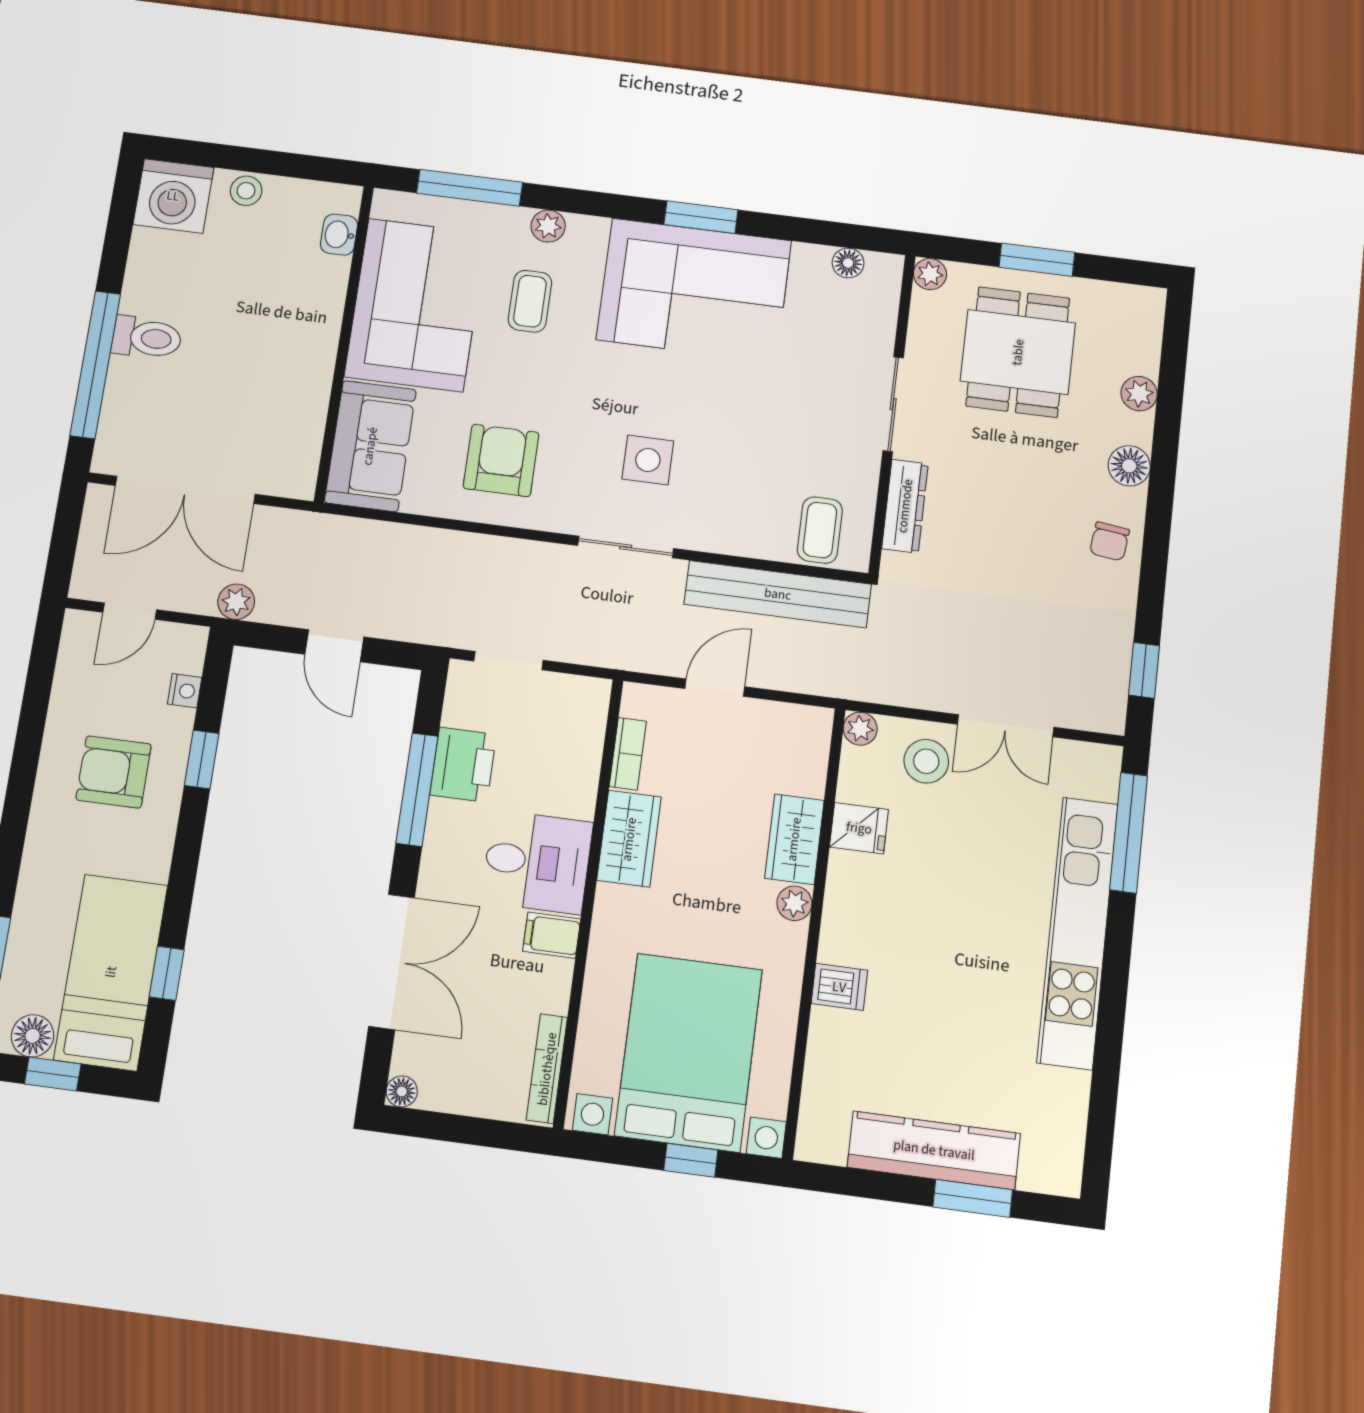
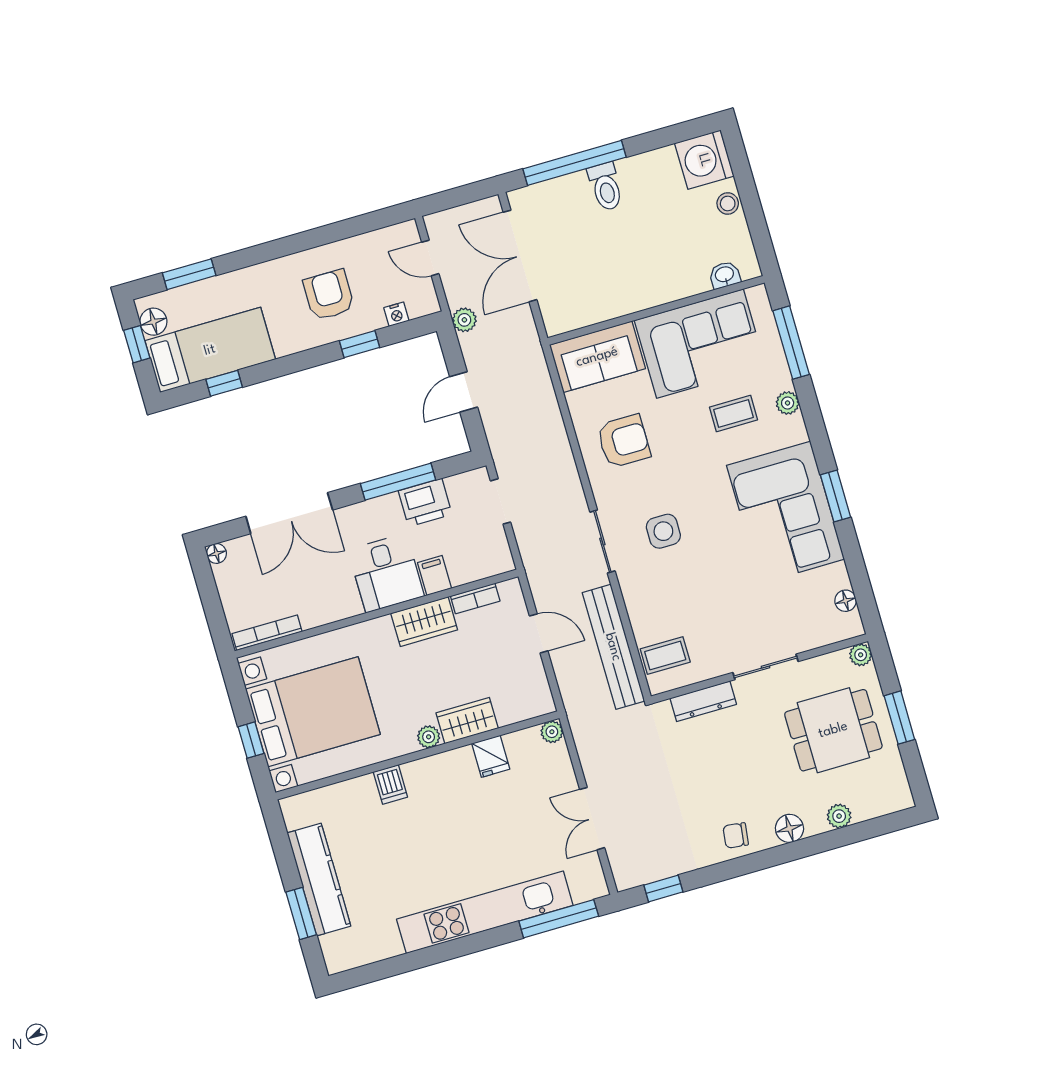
stool: (926, 761) -> (549, 780), removed
filing cabinet: (552, 935) -> (435, 575), moved

